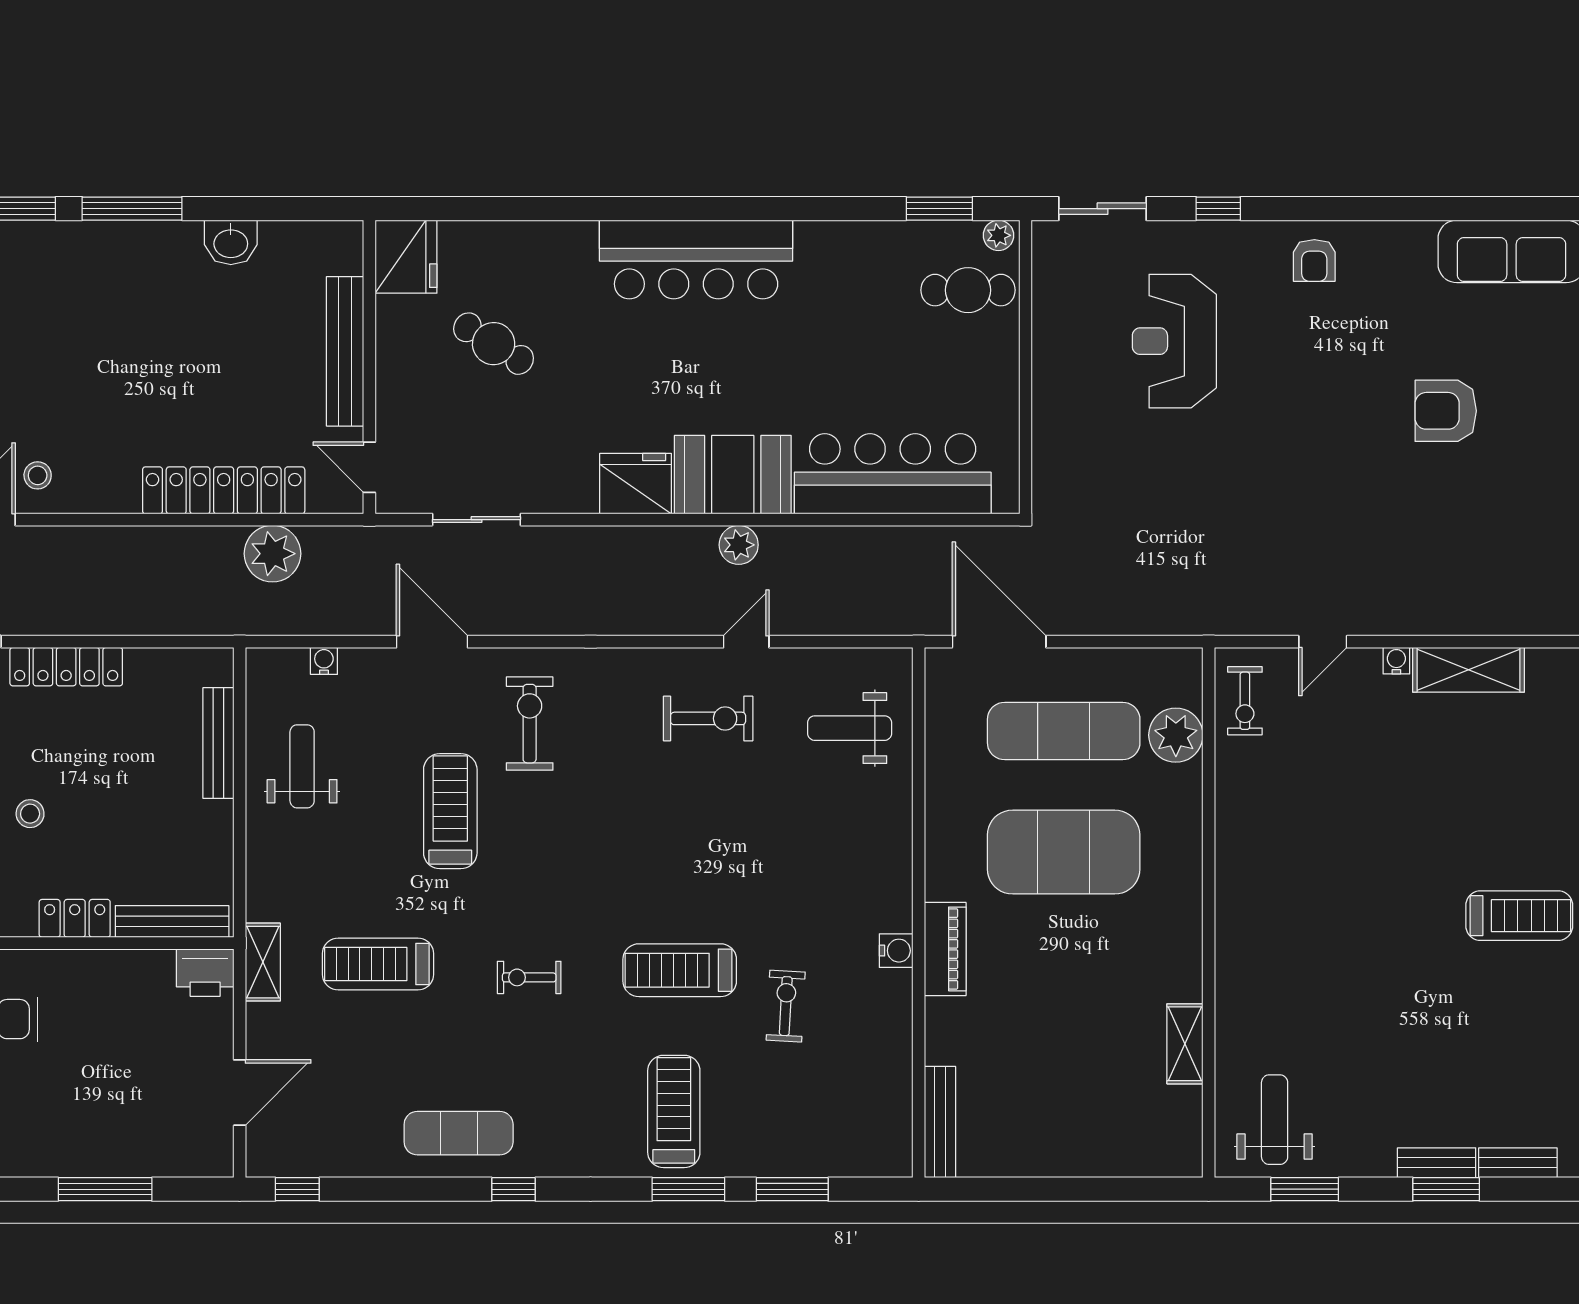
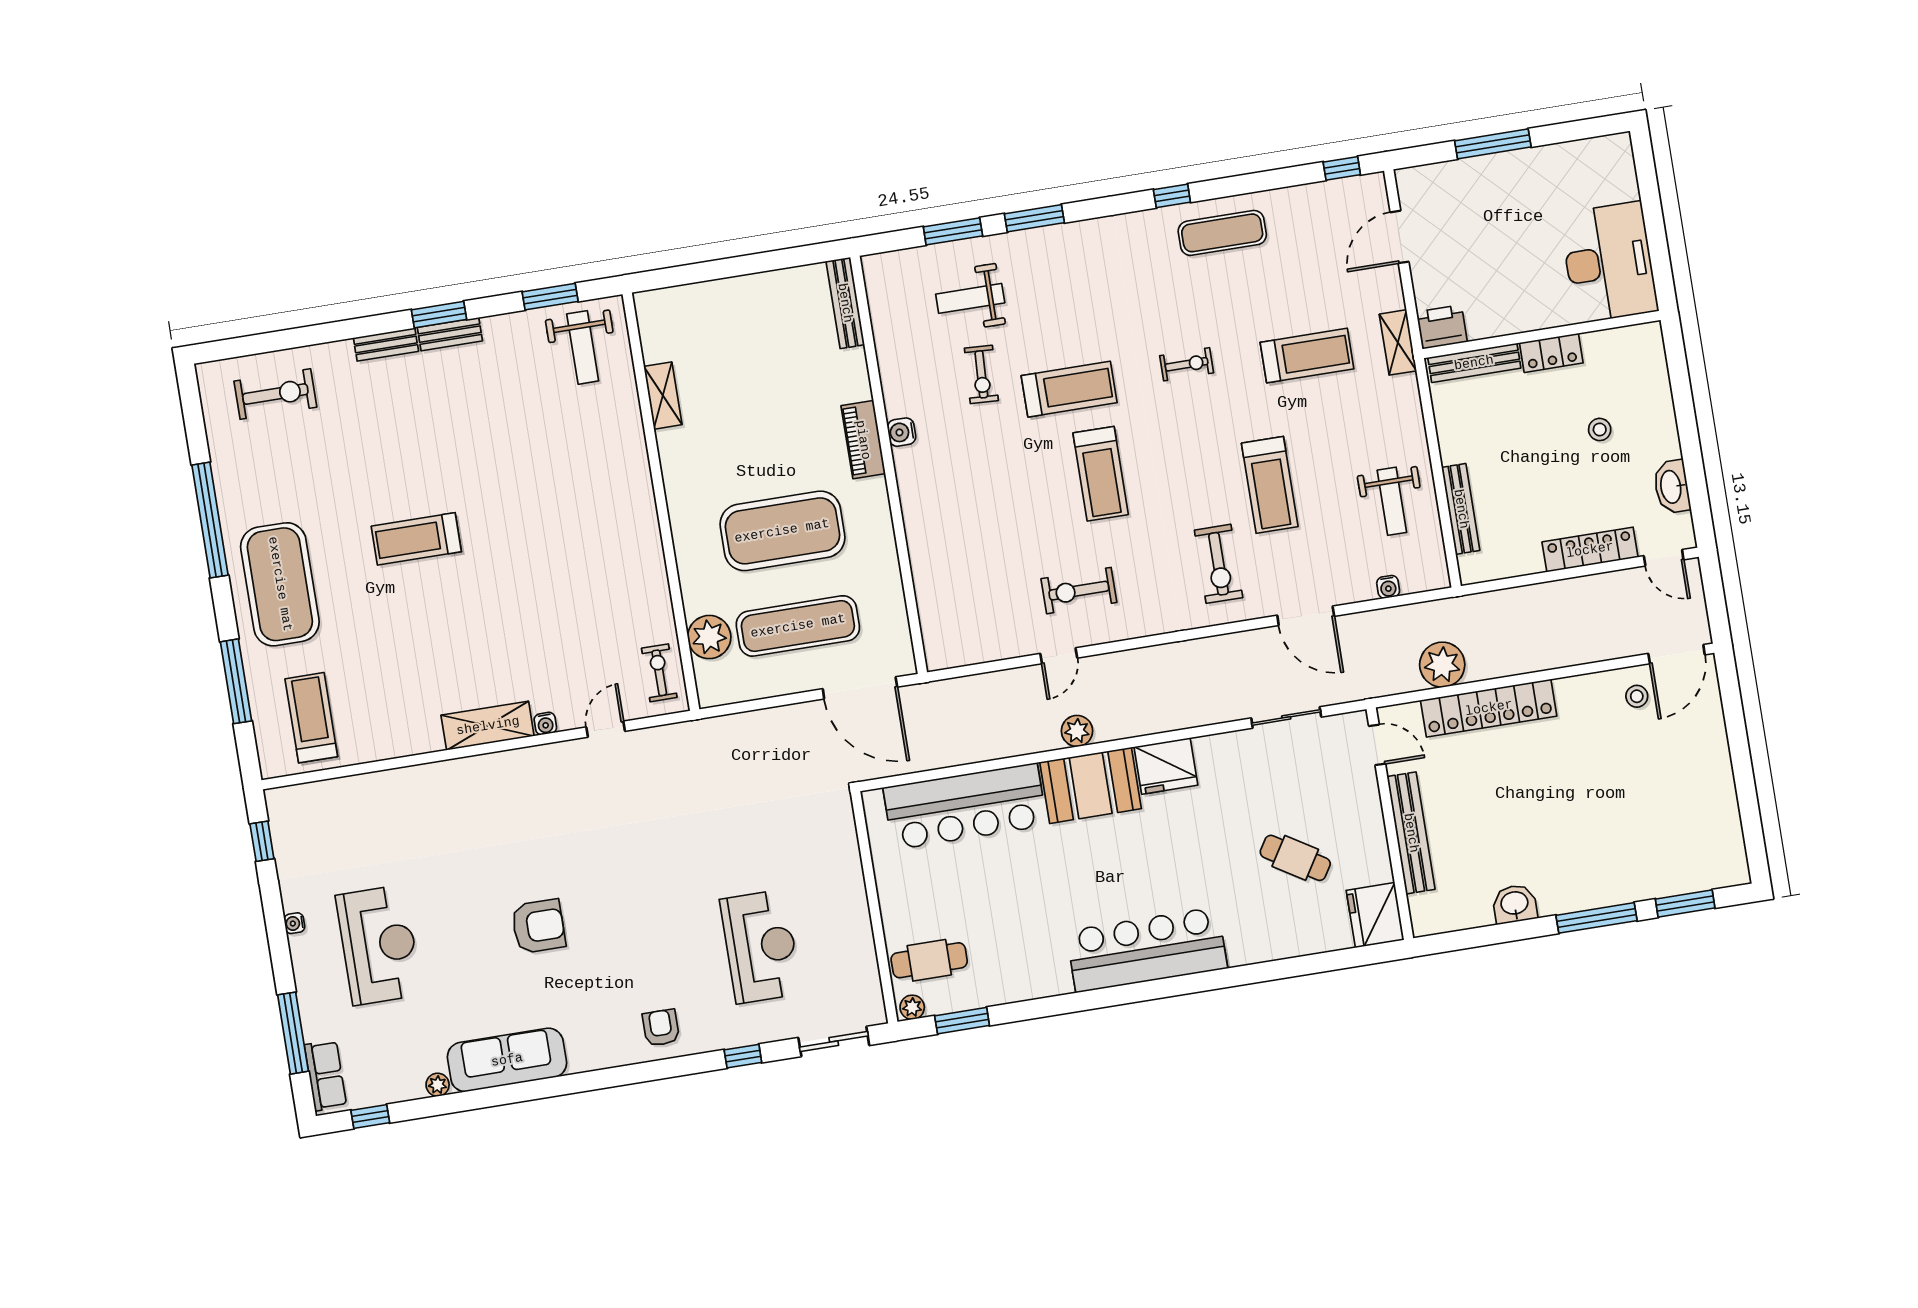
weight bench: (850, 728) -> (970, 298), moved, turned 180
treadmill: (674, 1111) -> (1101, 474), moved

